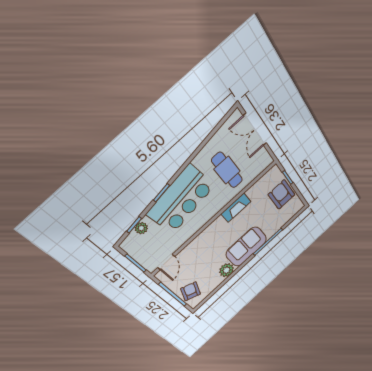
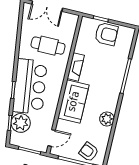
armchair: (282, 195) -> (106, 34), turned 180
plant: (141, 228) -> (21, 123), width x1.87, depth x1.87
sofa: (246, 247) -> (73, 101), moved, turned 180
door: (166, 262) -> (52, 138), hinge flipped

